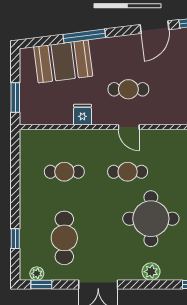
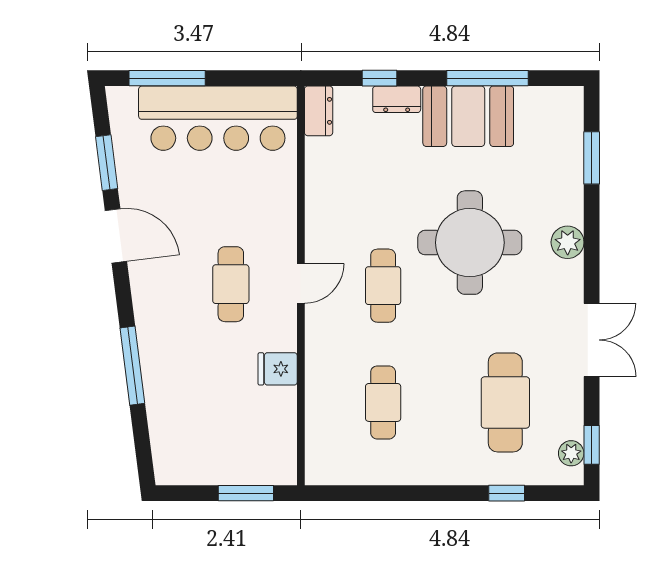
booth: (63, 61) -> (179, 405), removed
cafe table: (64, 238) -> (505, 402), turned 90

